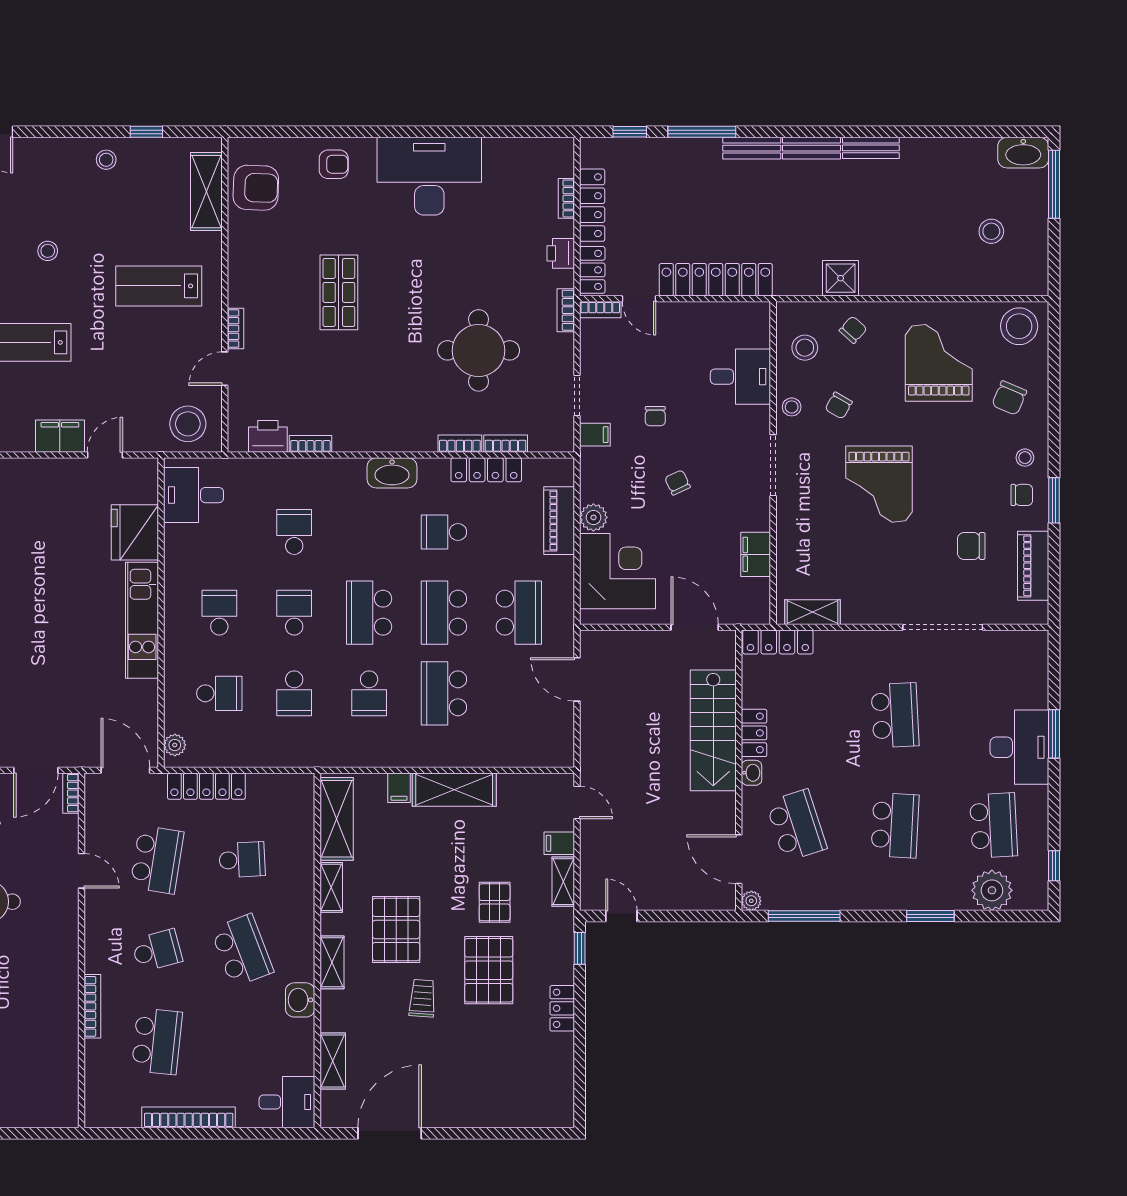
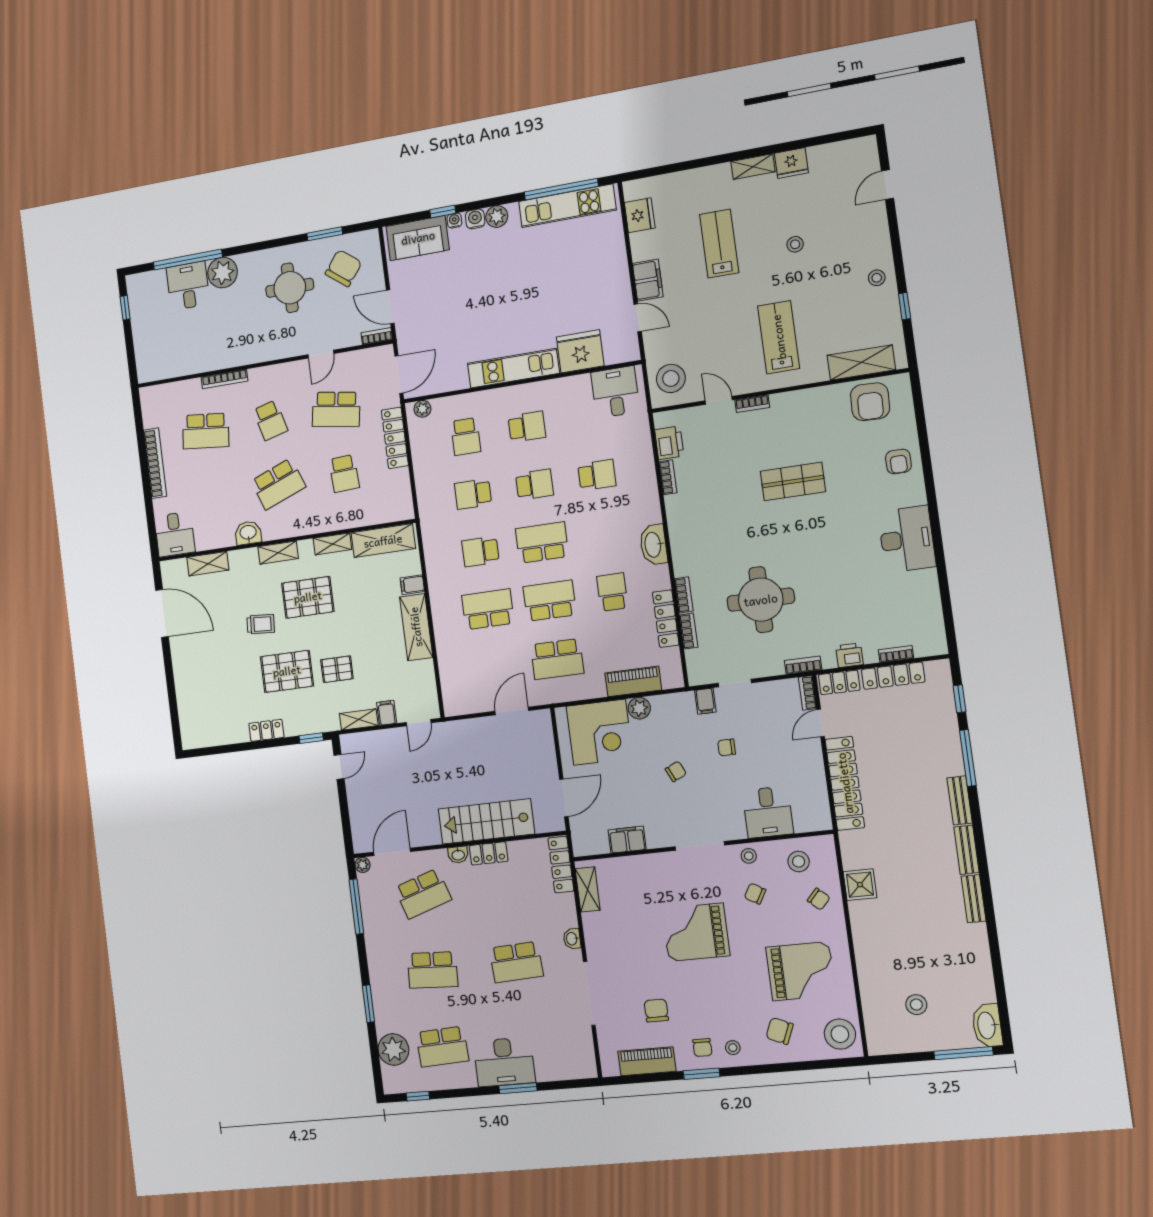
desk: (429, 176) -> (907, 539), width x0.73, depth x0.77
washbasin: (872, 640) -> (572, 939), added

